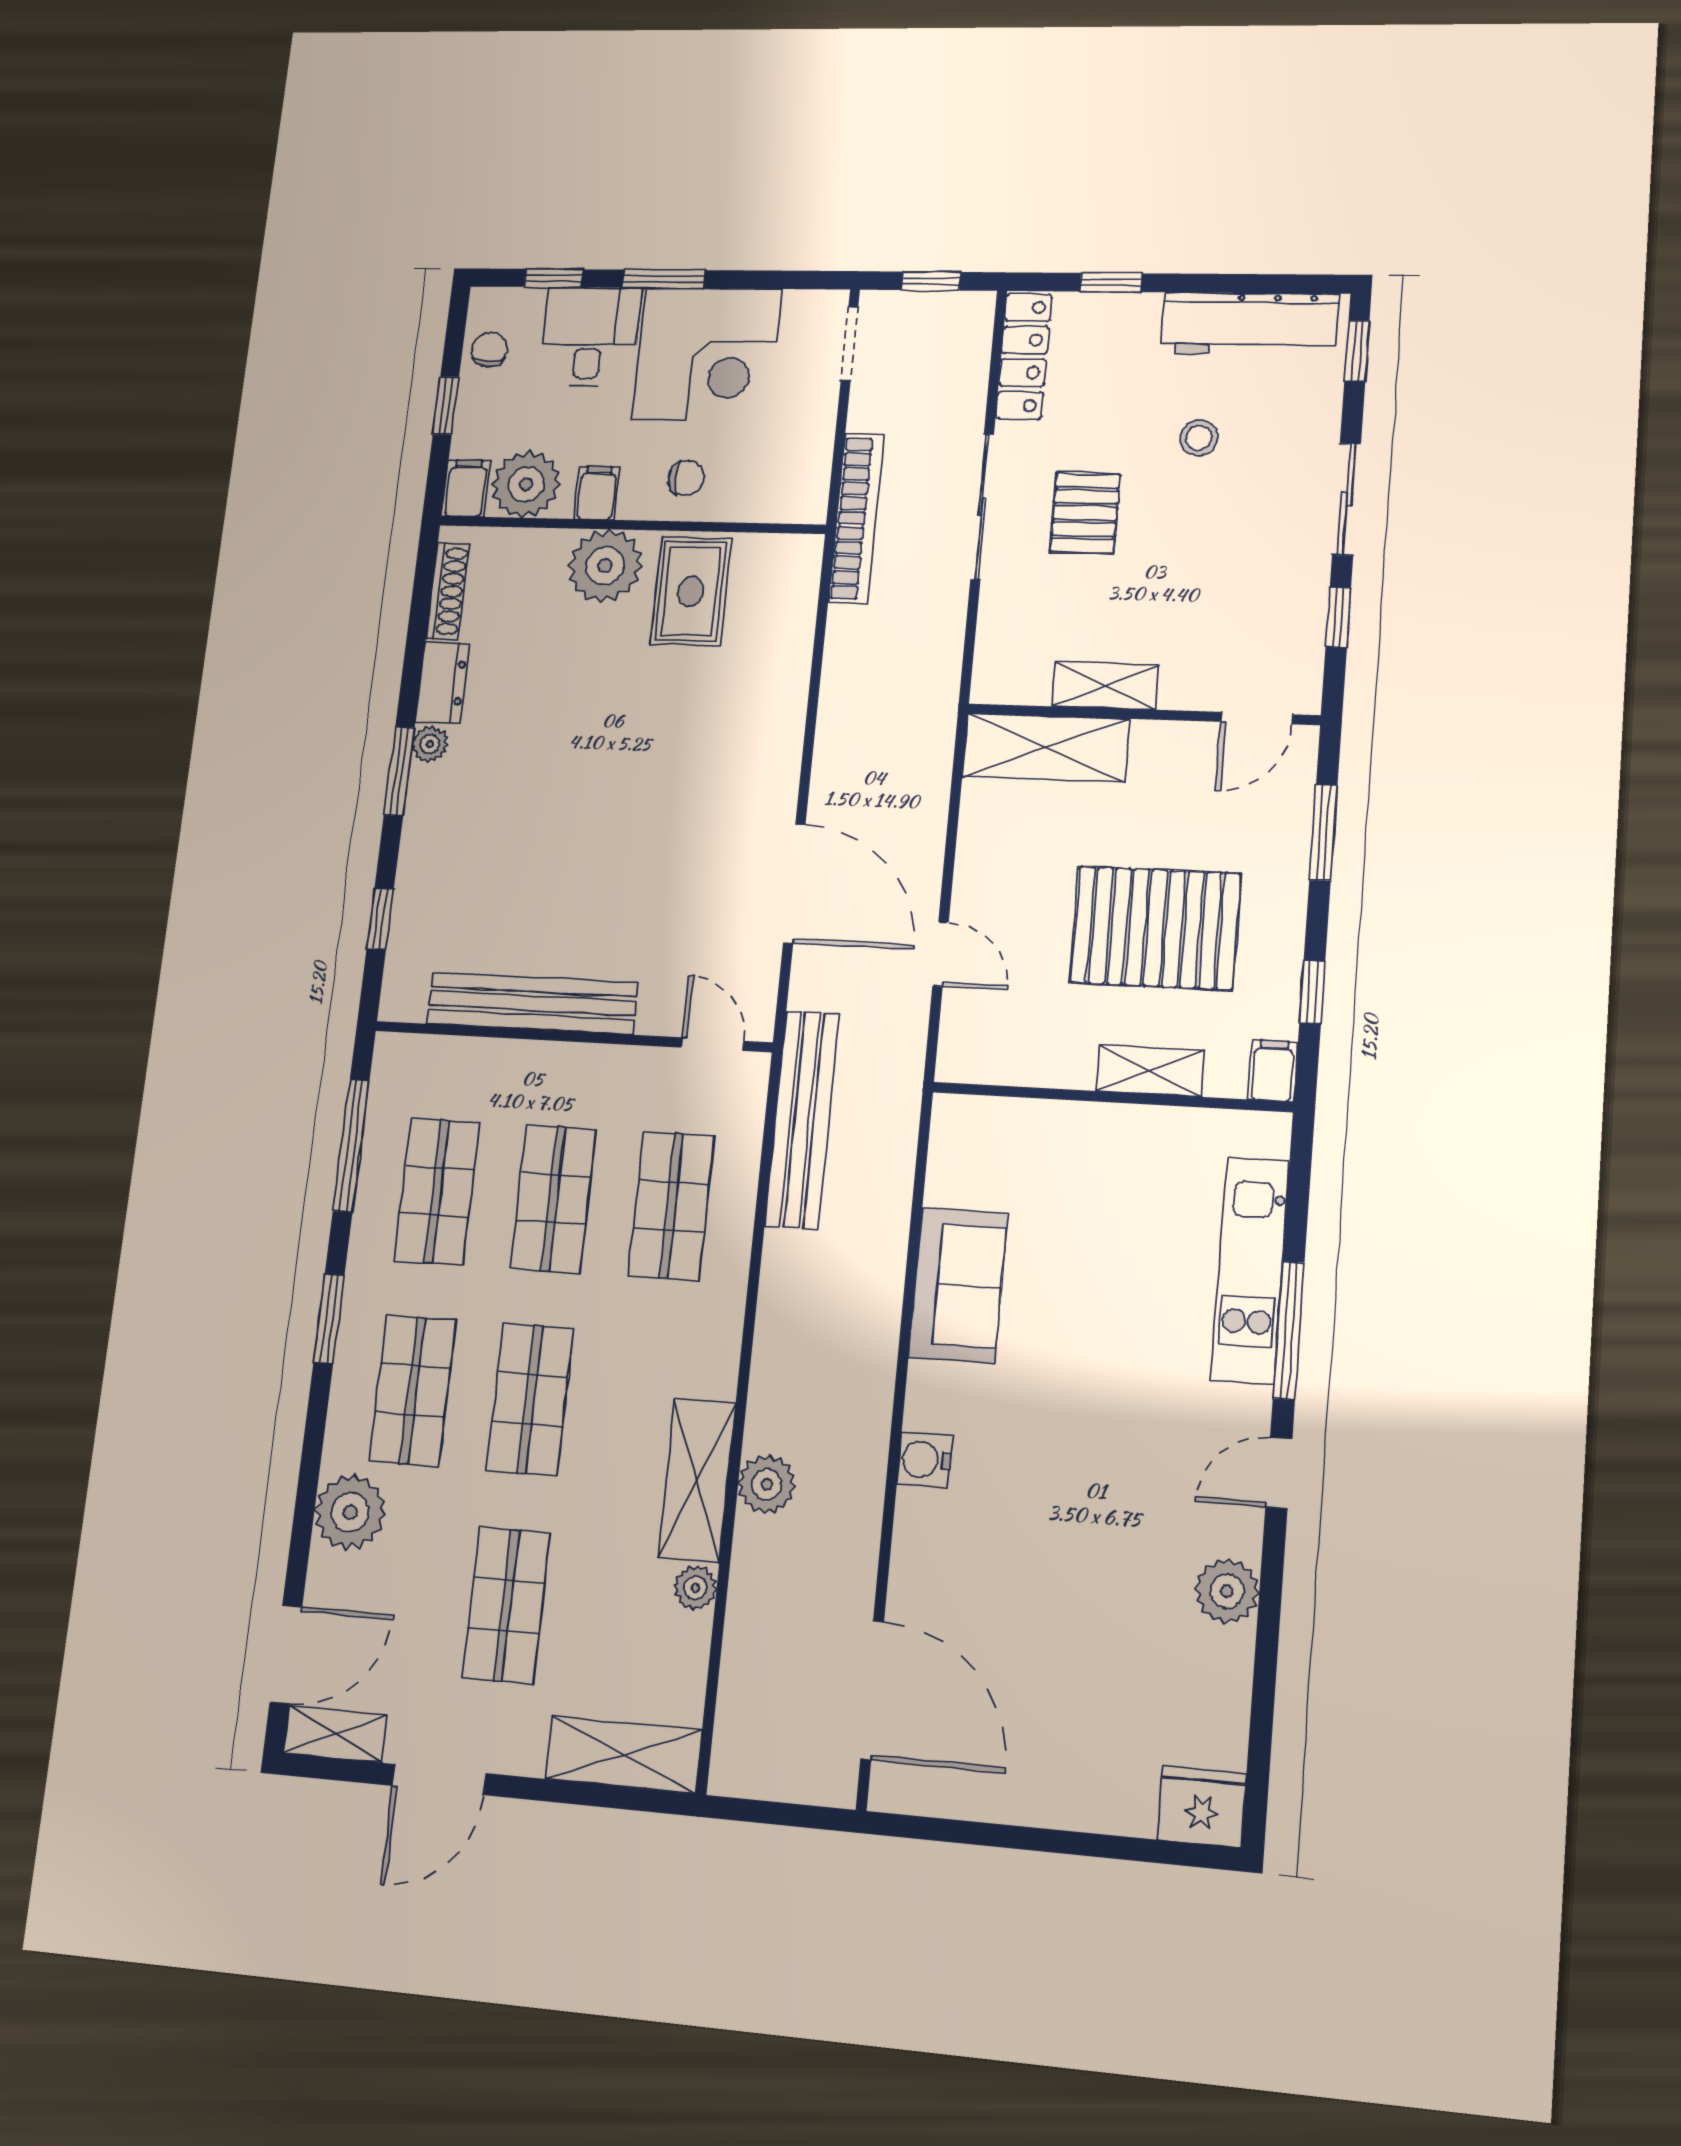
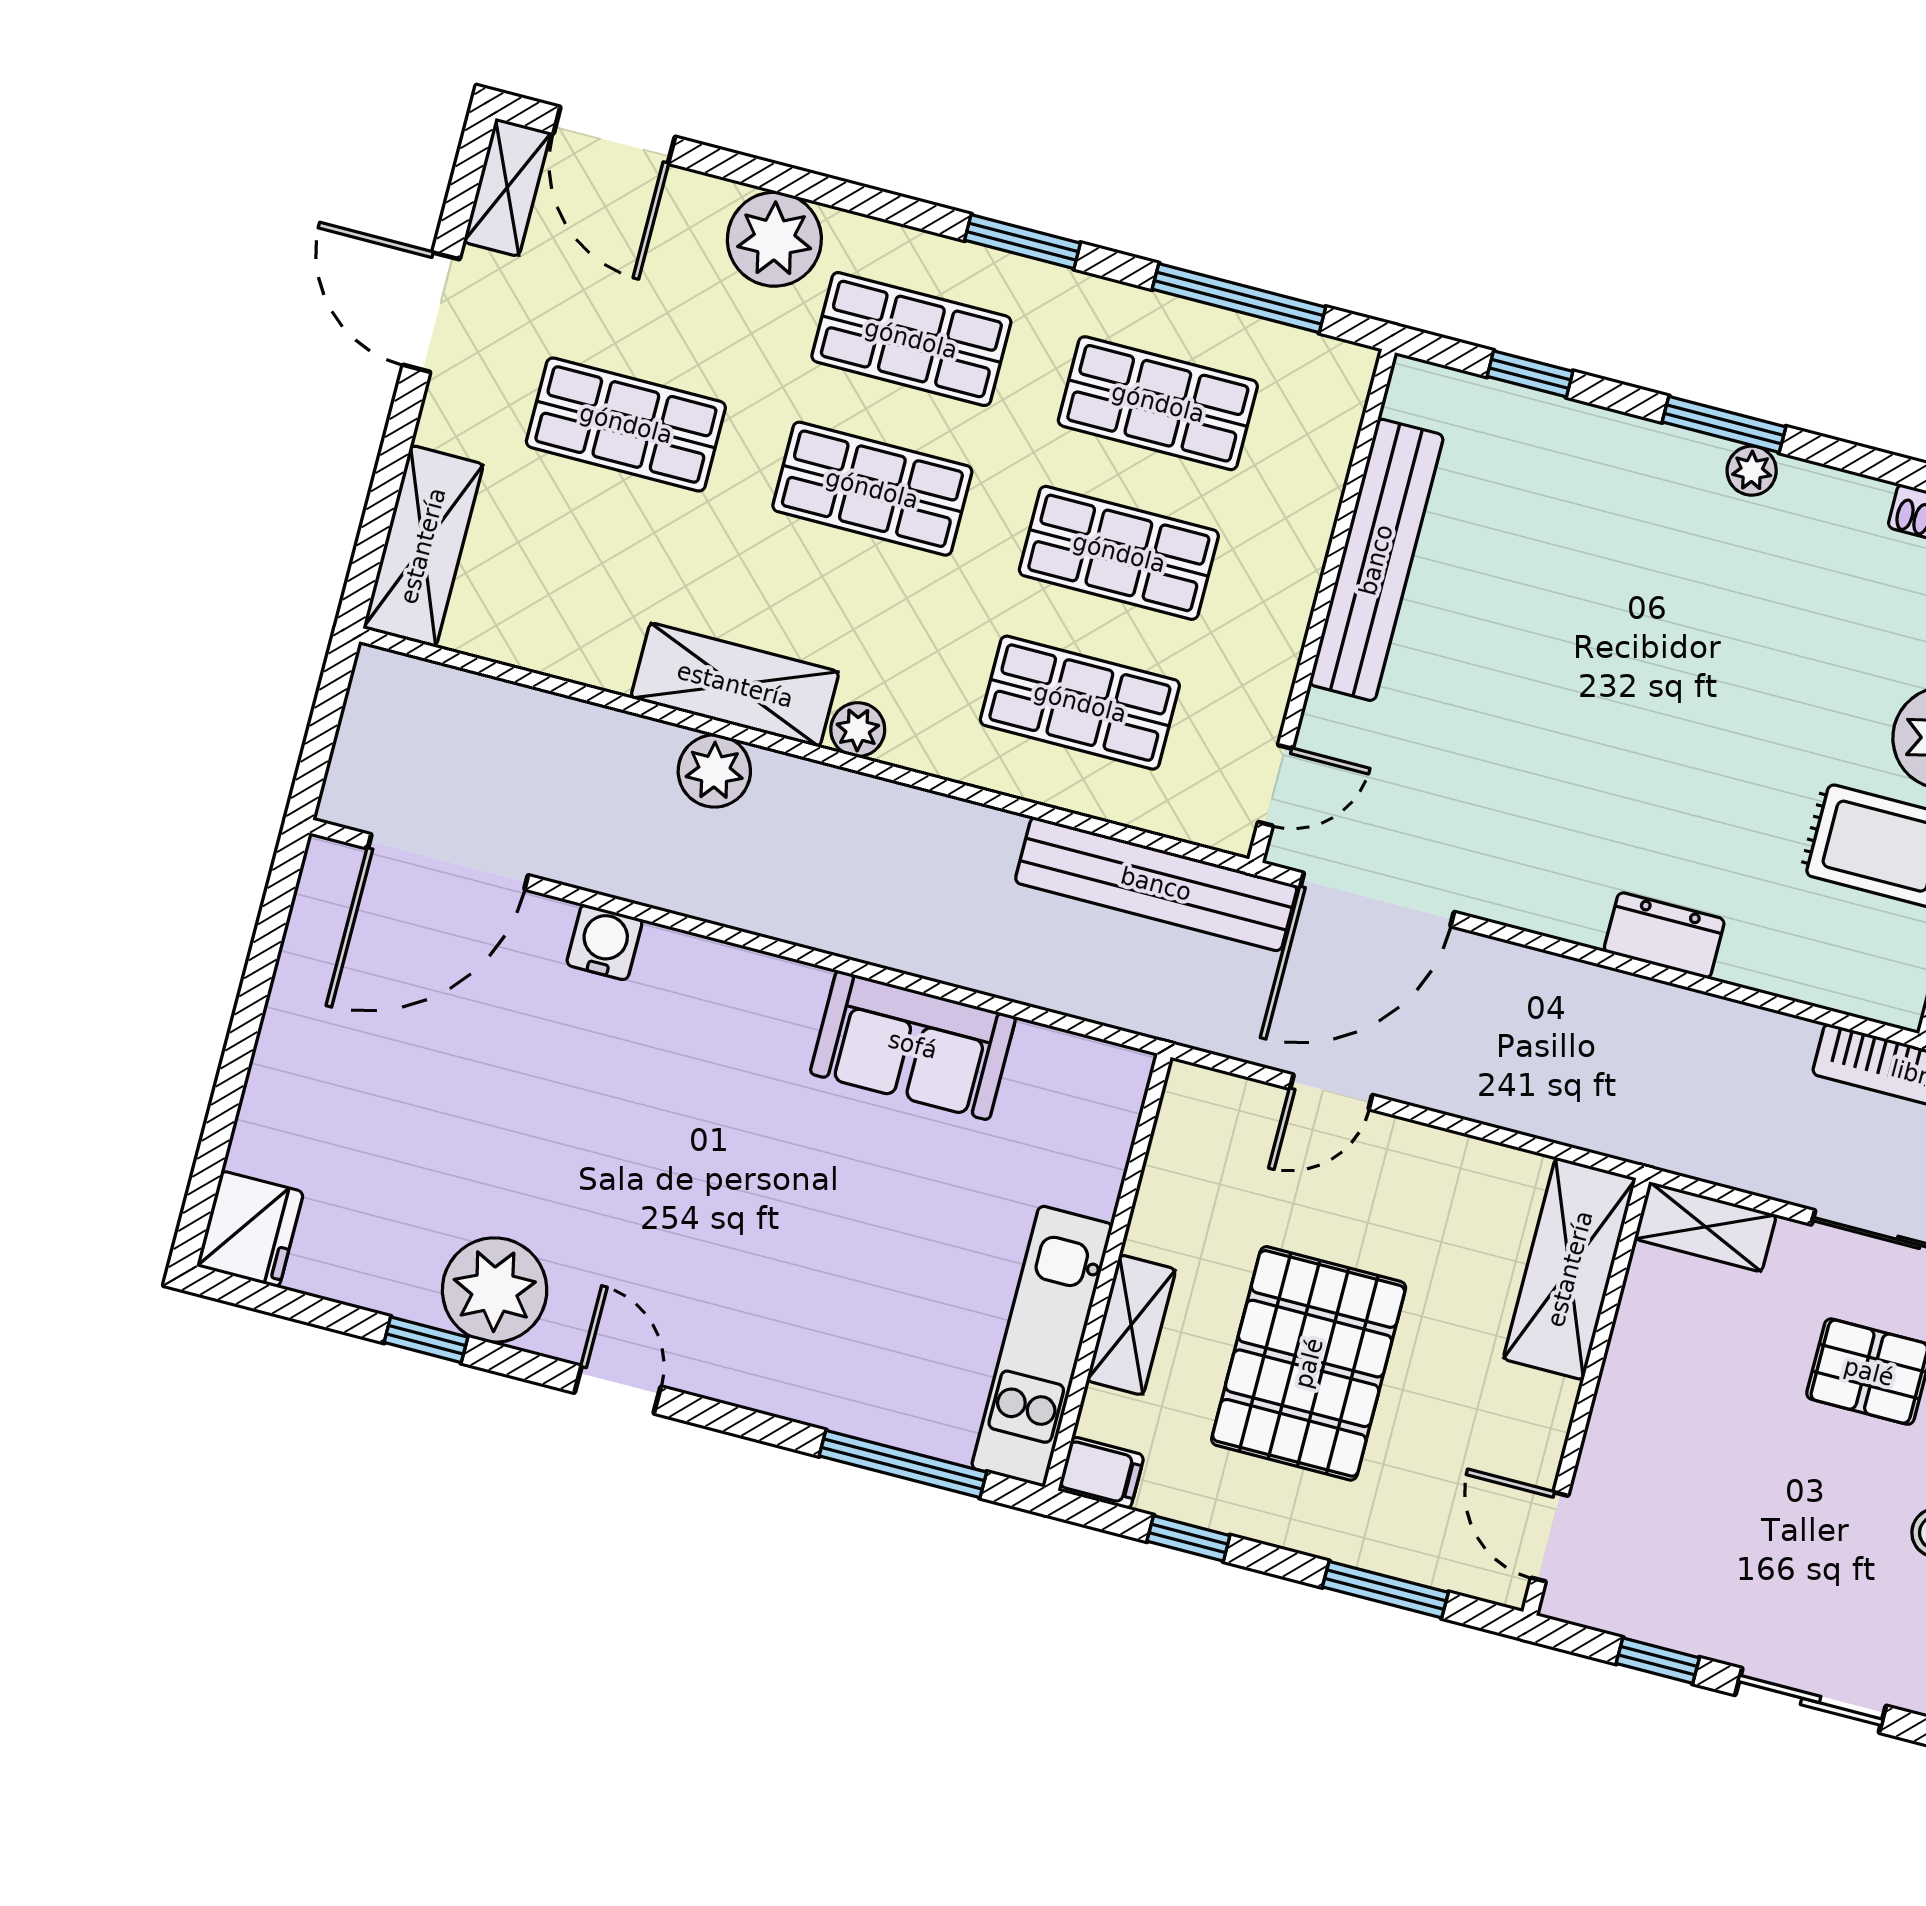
dresser: (442, 683) -> (1664, 935), moved, turned 180
shelving: (1105, 686) -> (1705, 1227), moved, turned 90
door: (794, 884) -> (1377, 899), moved
kitchen unit: (1250, 1270) -> (1042, 1346), moved, turned -90
window: (1289, 1330) -> (903, 1464), moved
water cooler: (925, 1460) -> (604, 942), moved
plant: (695, 1588) -> (858, 730), moved
plant: (1227, 1591) -> (495, 1290), width x1.36, depth x1.36
window: (1267, 1641) -> (426, 1340), added

